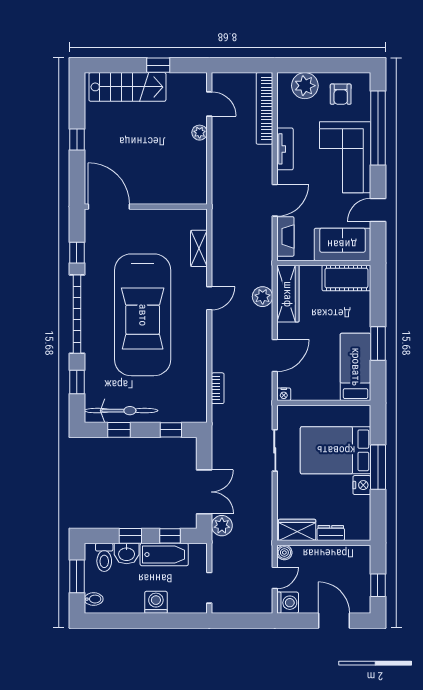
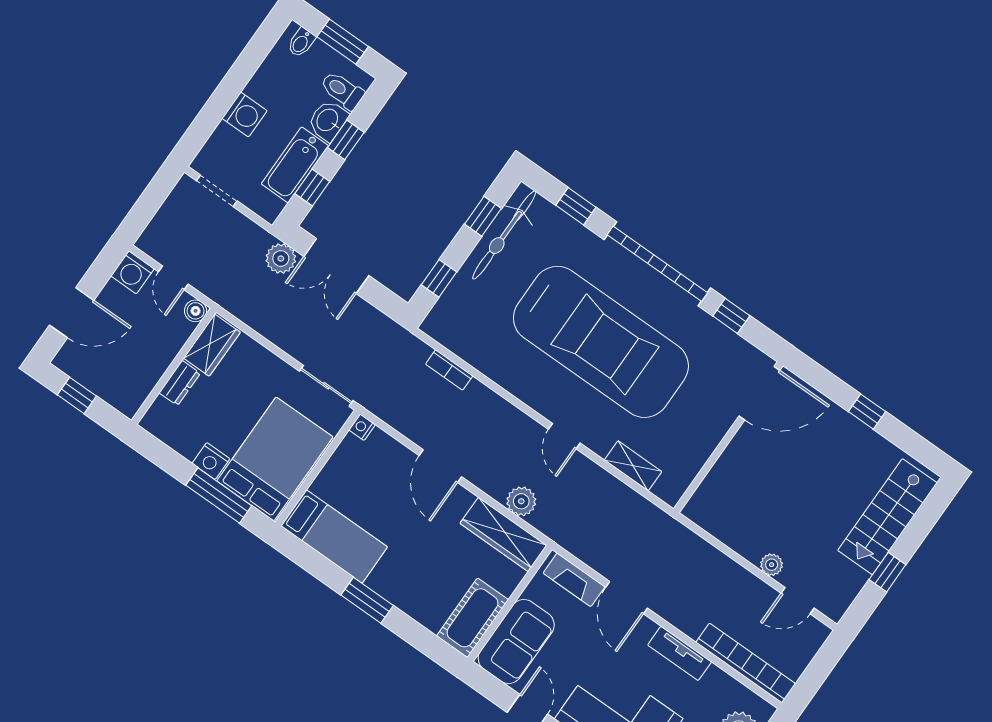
car: (143, 315) -> (601, 342), turned 180
bed: (356, 367) -> (334, 536), moved
nightstand: (284, 394) -> (362, 427), moved
wall: (324, 403) -> (318, 468), moved

